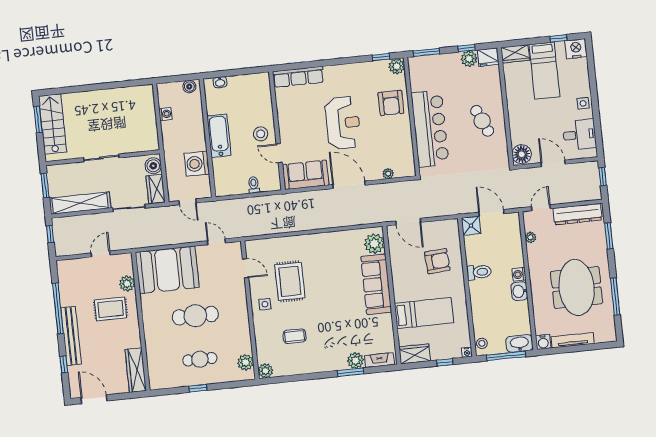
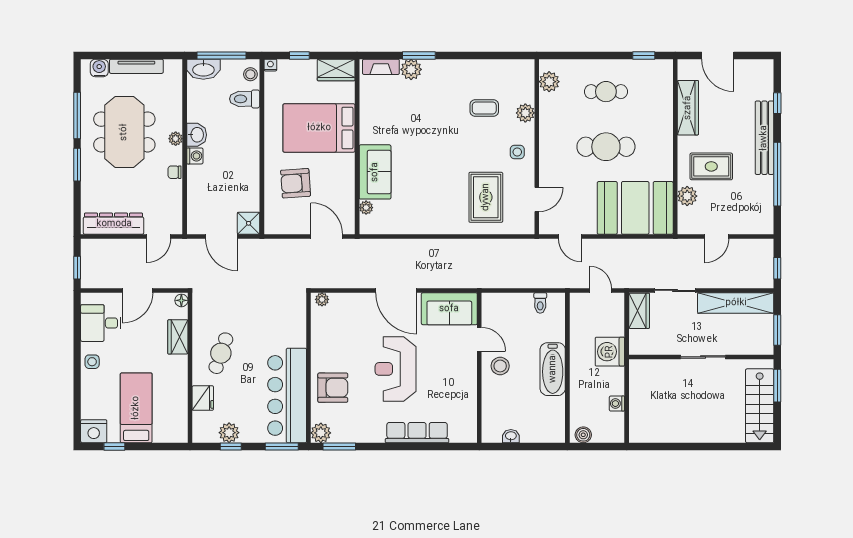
wardrobe: (515, 54) -> (178, 337), moved, turned -90
window: (381, 57) -> (339, 446), width x1.50
fridge: (488, 57) -> (203, 398), moved, turned 90
row of seats: (298, 77) -> (417, 433), moved
washbasin: (220, 82) -> (511, 436), moved
armchair: (391, 103) -> (333, 388), turned 90
window: (38, 119) -> (777, 386), moved
cafe table: (482, 121) -> (221, 353), turned 43
bar counter: (430, 129) -> (287, 395), moved
floor lamp: (522, 154) -> (181, 300), width x0.53, depth x0.53
door: (553, 163) -> (138, 290), hinge flipped
washing machine: (197, 164) -> (610, 352), moved, turned 180
boiler: (153, 166) -> (639, 340), removed
plant: (388, 174) -> (322, 299), moved
toilet: (254, 185) -> (540, 303), moved
window: (609, 236) -> (77, 165), moved
plant: (531, 237) -> (176, 139), moved
plant: (374, 244) -> (366, 208), width x0.53, depth x0.53
chair: (534, 260) -> (175, 172), added
door: (246, 268) -> (537, 200), swing flipped
toilet: (479, 272) -> (245, 99), moved
rug: (290, 281) -> (486, 197), moved
sofa: (376, 284) -> (375, 172), width x0.73
bed: (424, 313) -> (319, 128), width x1.50
water cooler: (543, 342) -> (99, 68), moved
wardrobe: (136, 370) -> (688, 108), moved
plant: (265, 371) -> (525, 113), moved
window: (198, 388) -> (644, 55), moved
door: (94, 399) -> (718, 55), moved

